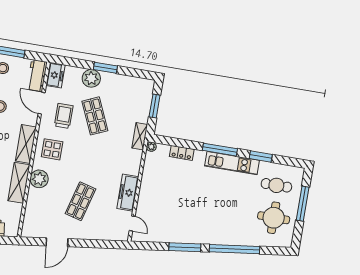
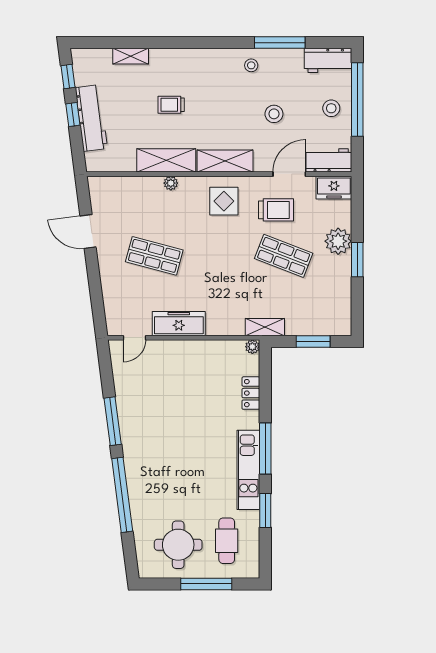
shop shelf: (95, 116) -> (284, 256), turned 45
plant: (39, 179) -> (171, 183), width x0.53, depth x0.53

